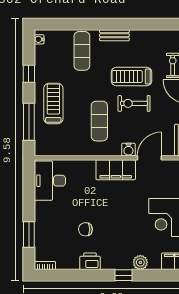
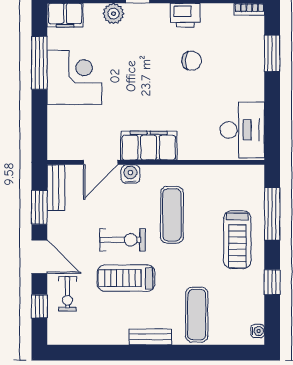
treadmill: (132, 77) -> (126, 278), turned 180

